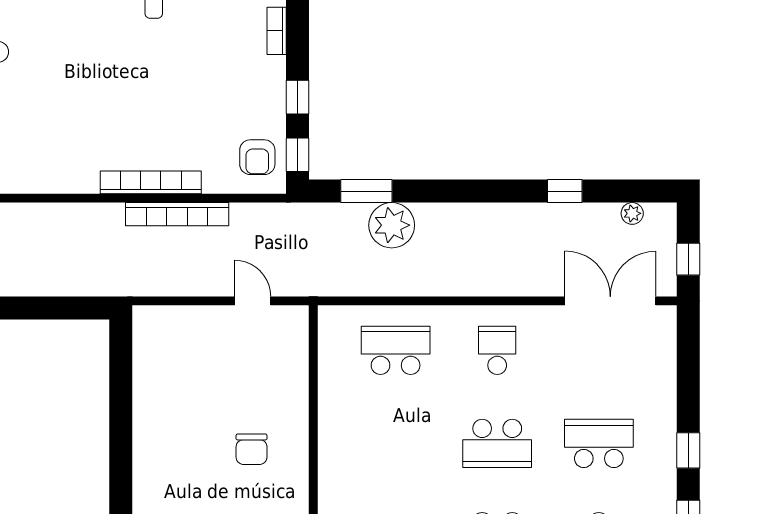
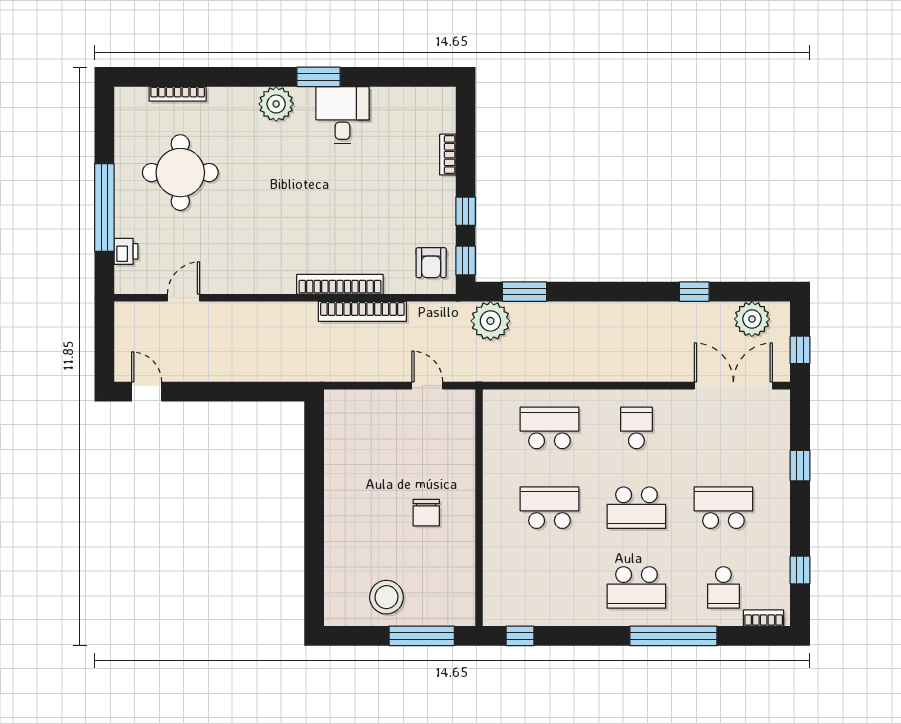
plant: (632, 213) -> (752, 319), width x1.88, depth x1.88
plant: (392, 225) -> (490, 321), moved
school desk: (396, 443) -> (549, 508), added
window: (688, 450) -> (800, 466), moved

